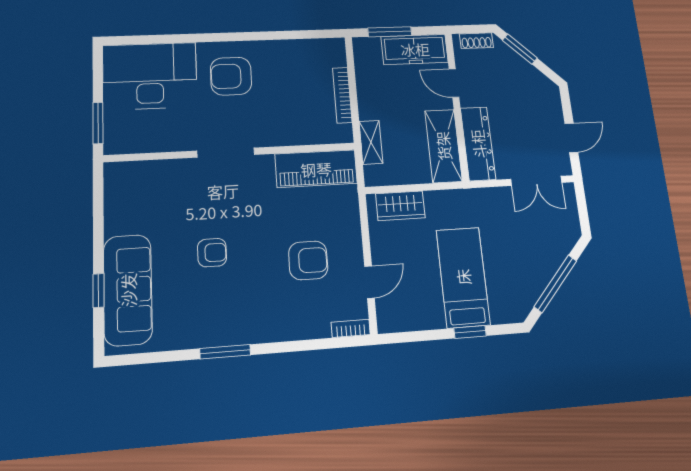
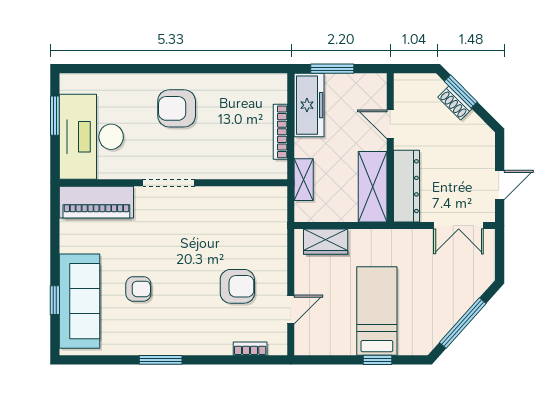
shoe rack: (476, 41) -> (455, 103), moved, turned 45
freezer: (415, 49) -> (309, 105), moved, turned -90
desk: (150, 76) -> (91, 137), moved, turned -90
window: (98, 123) -> (55, 116), moved
piano: (316, 169) -> (96, 202), moved
armchair: (212, 253) -> (138, 289), moved
bookcase: (351, 328) -> (250, 349), moved

